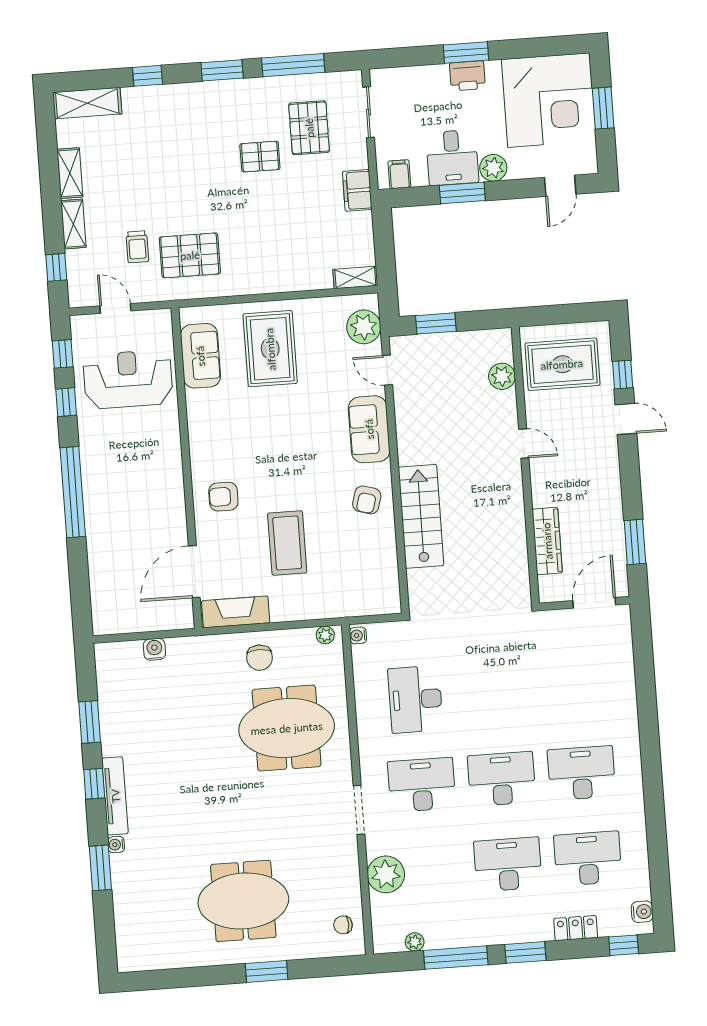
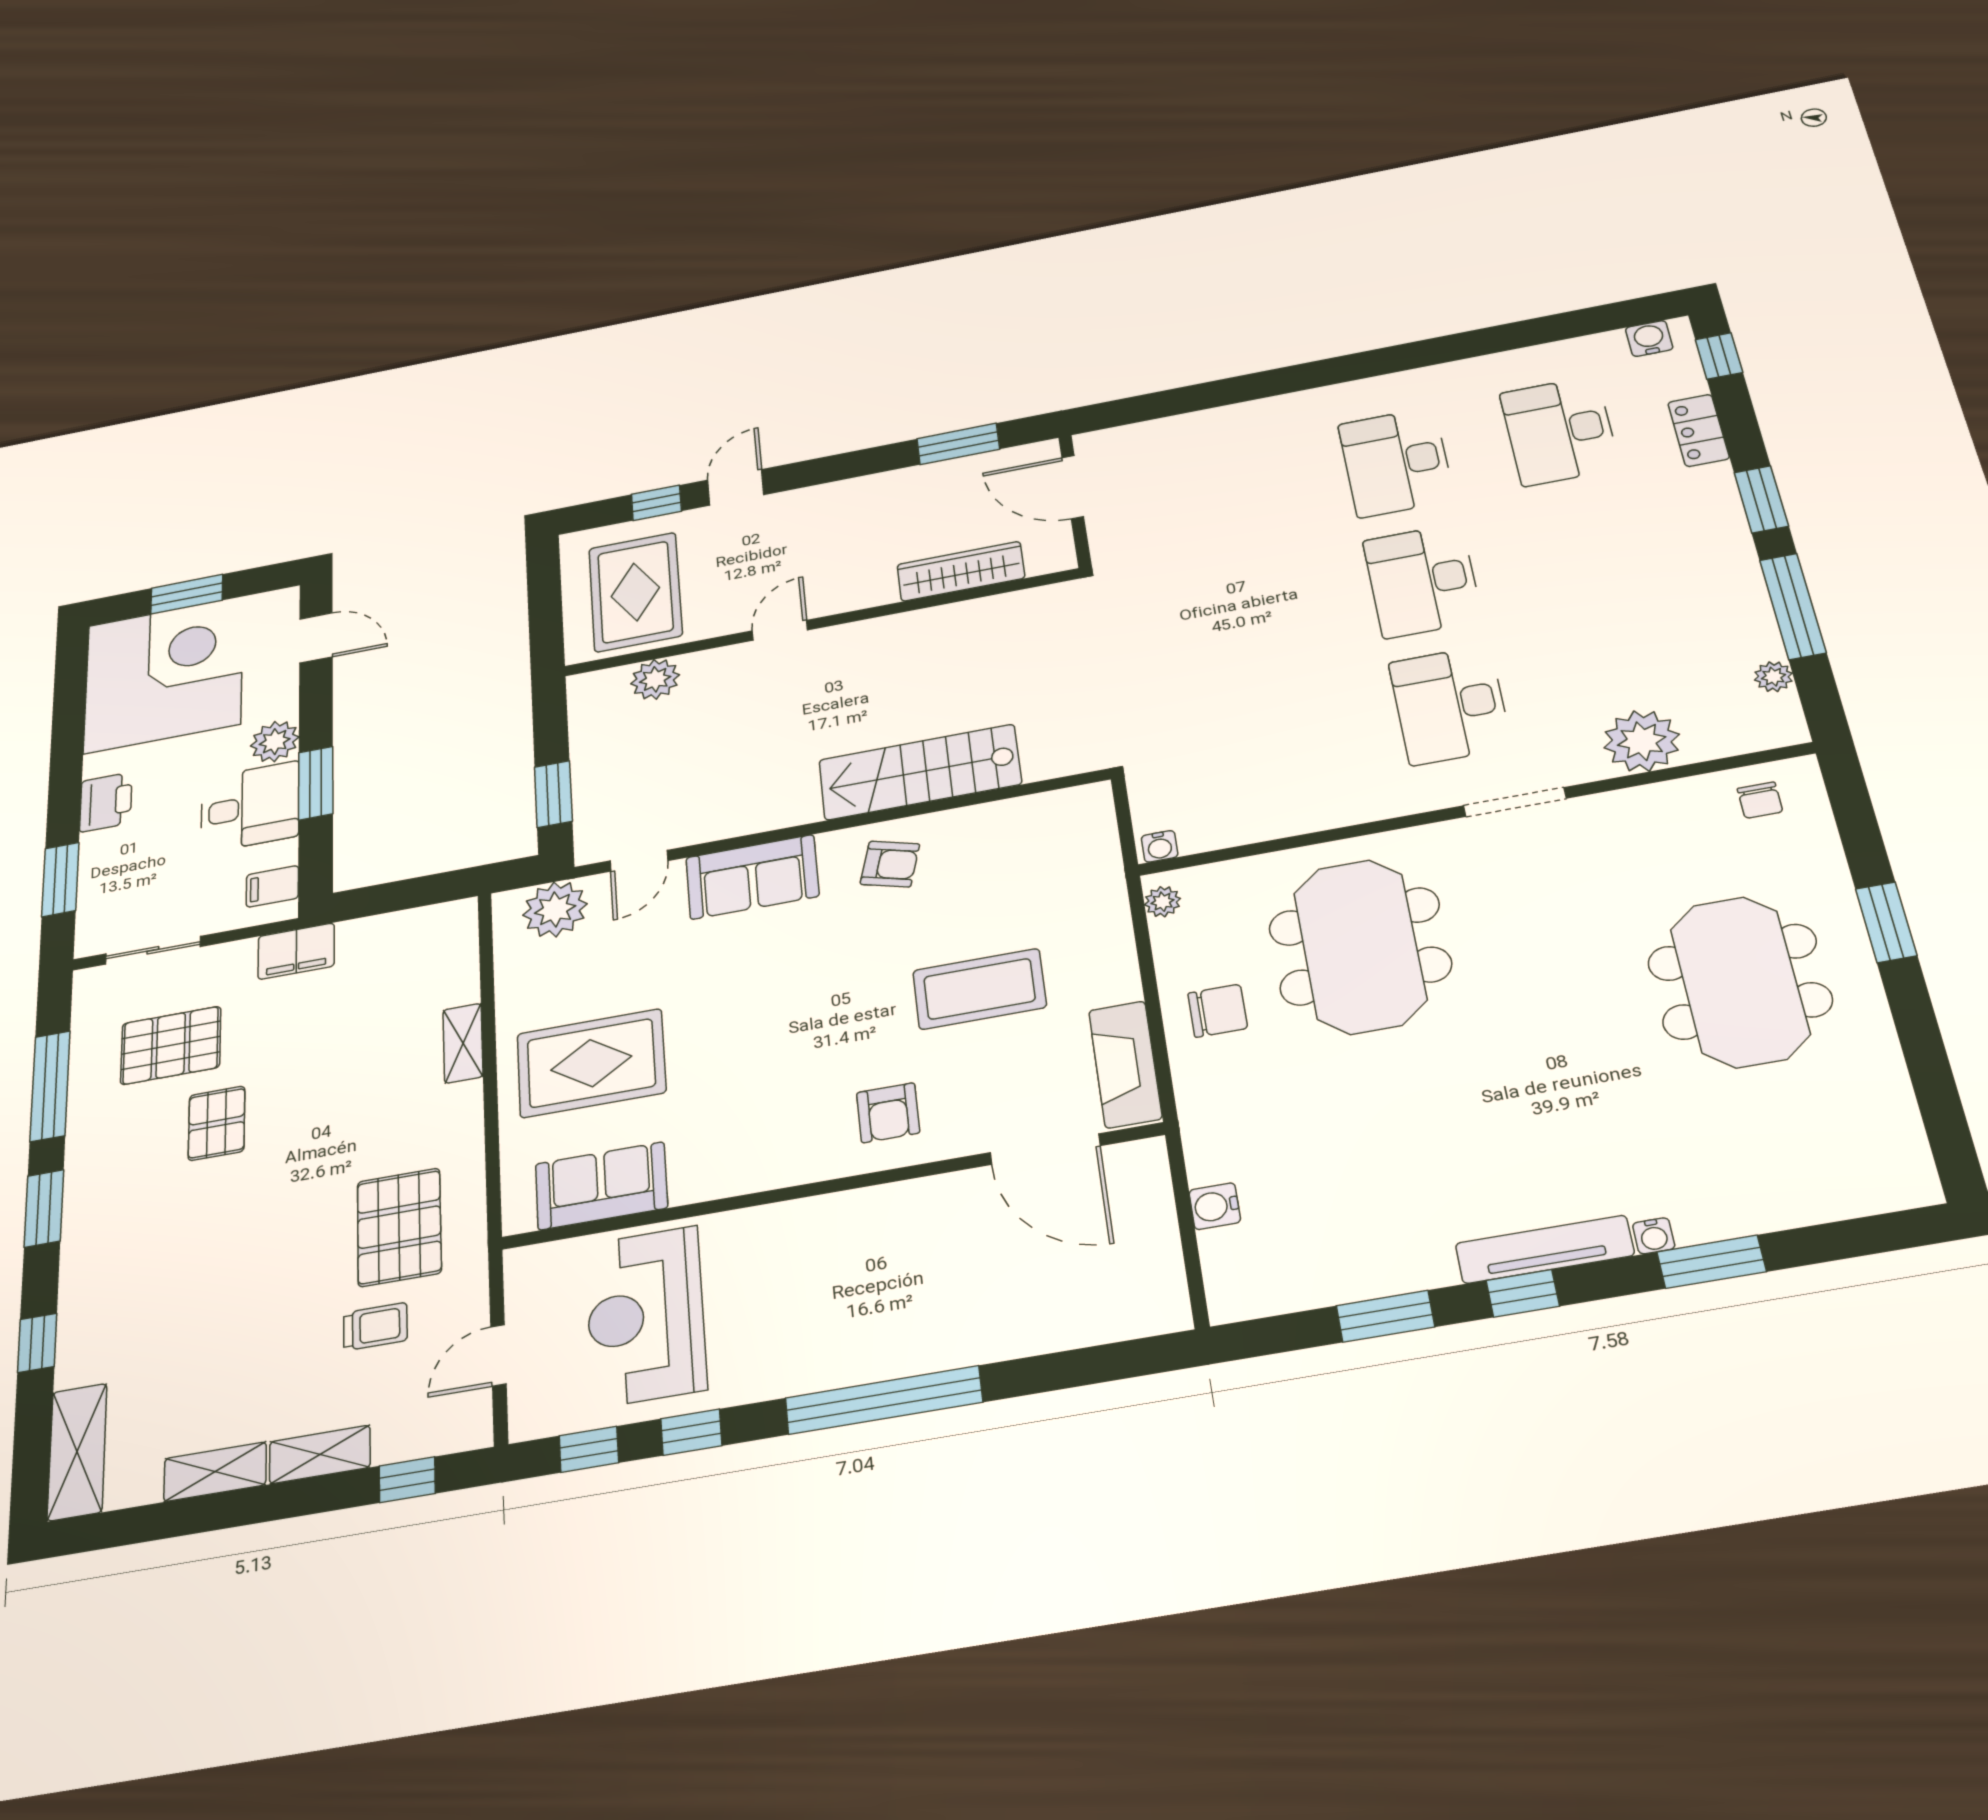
window: (466, 52) -> (60, 879), moved
shelving: (355, 277) -> (463, 1043), moved
desk: (415, 699) -> (1280, 736), removed
desk: (508, 864) -> (1590, 549), removed

